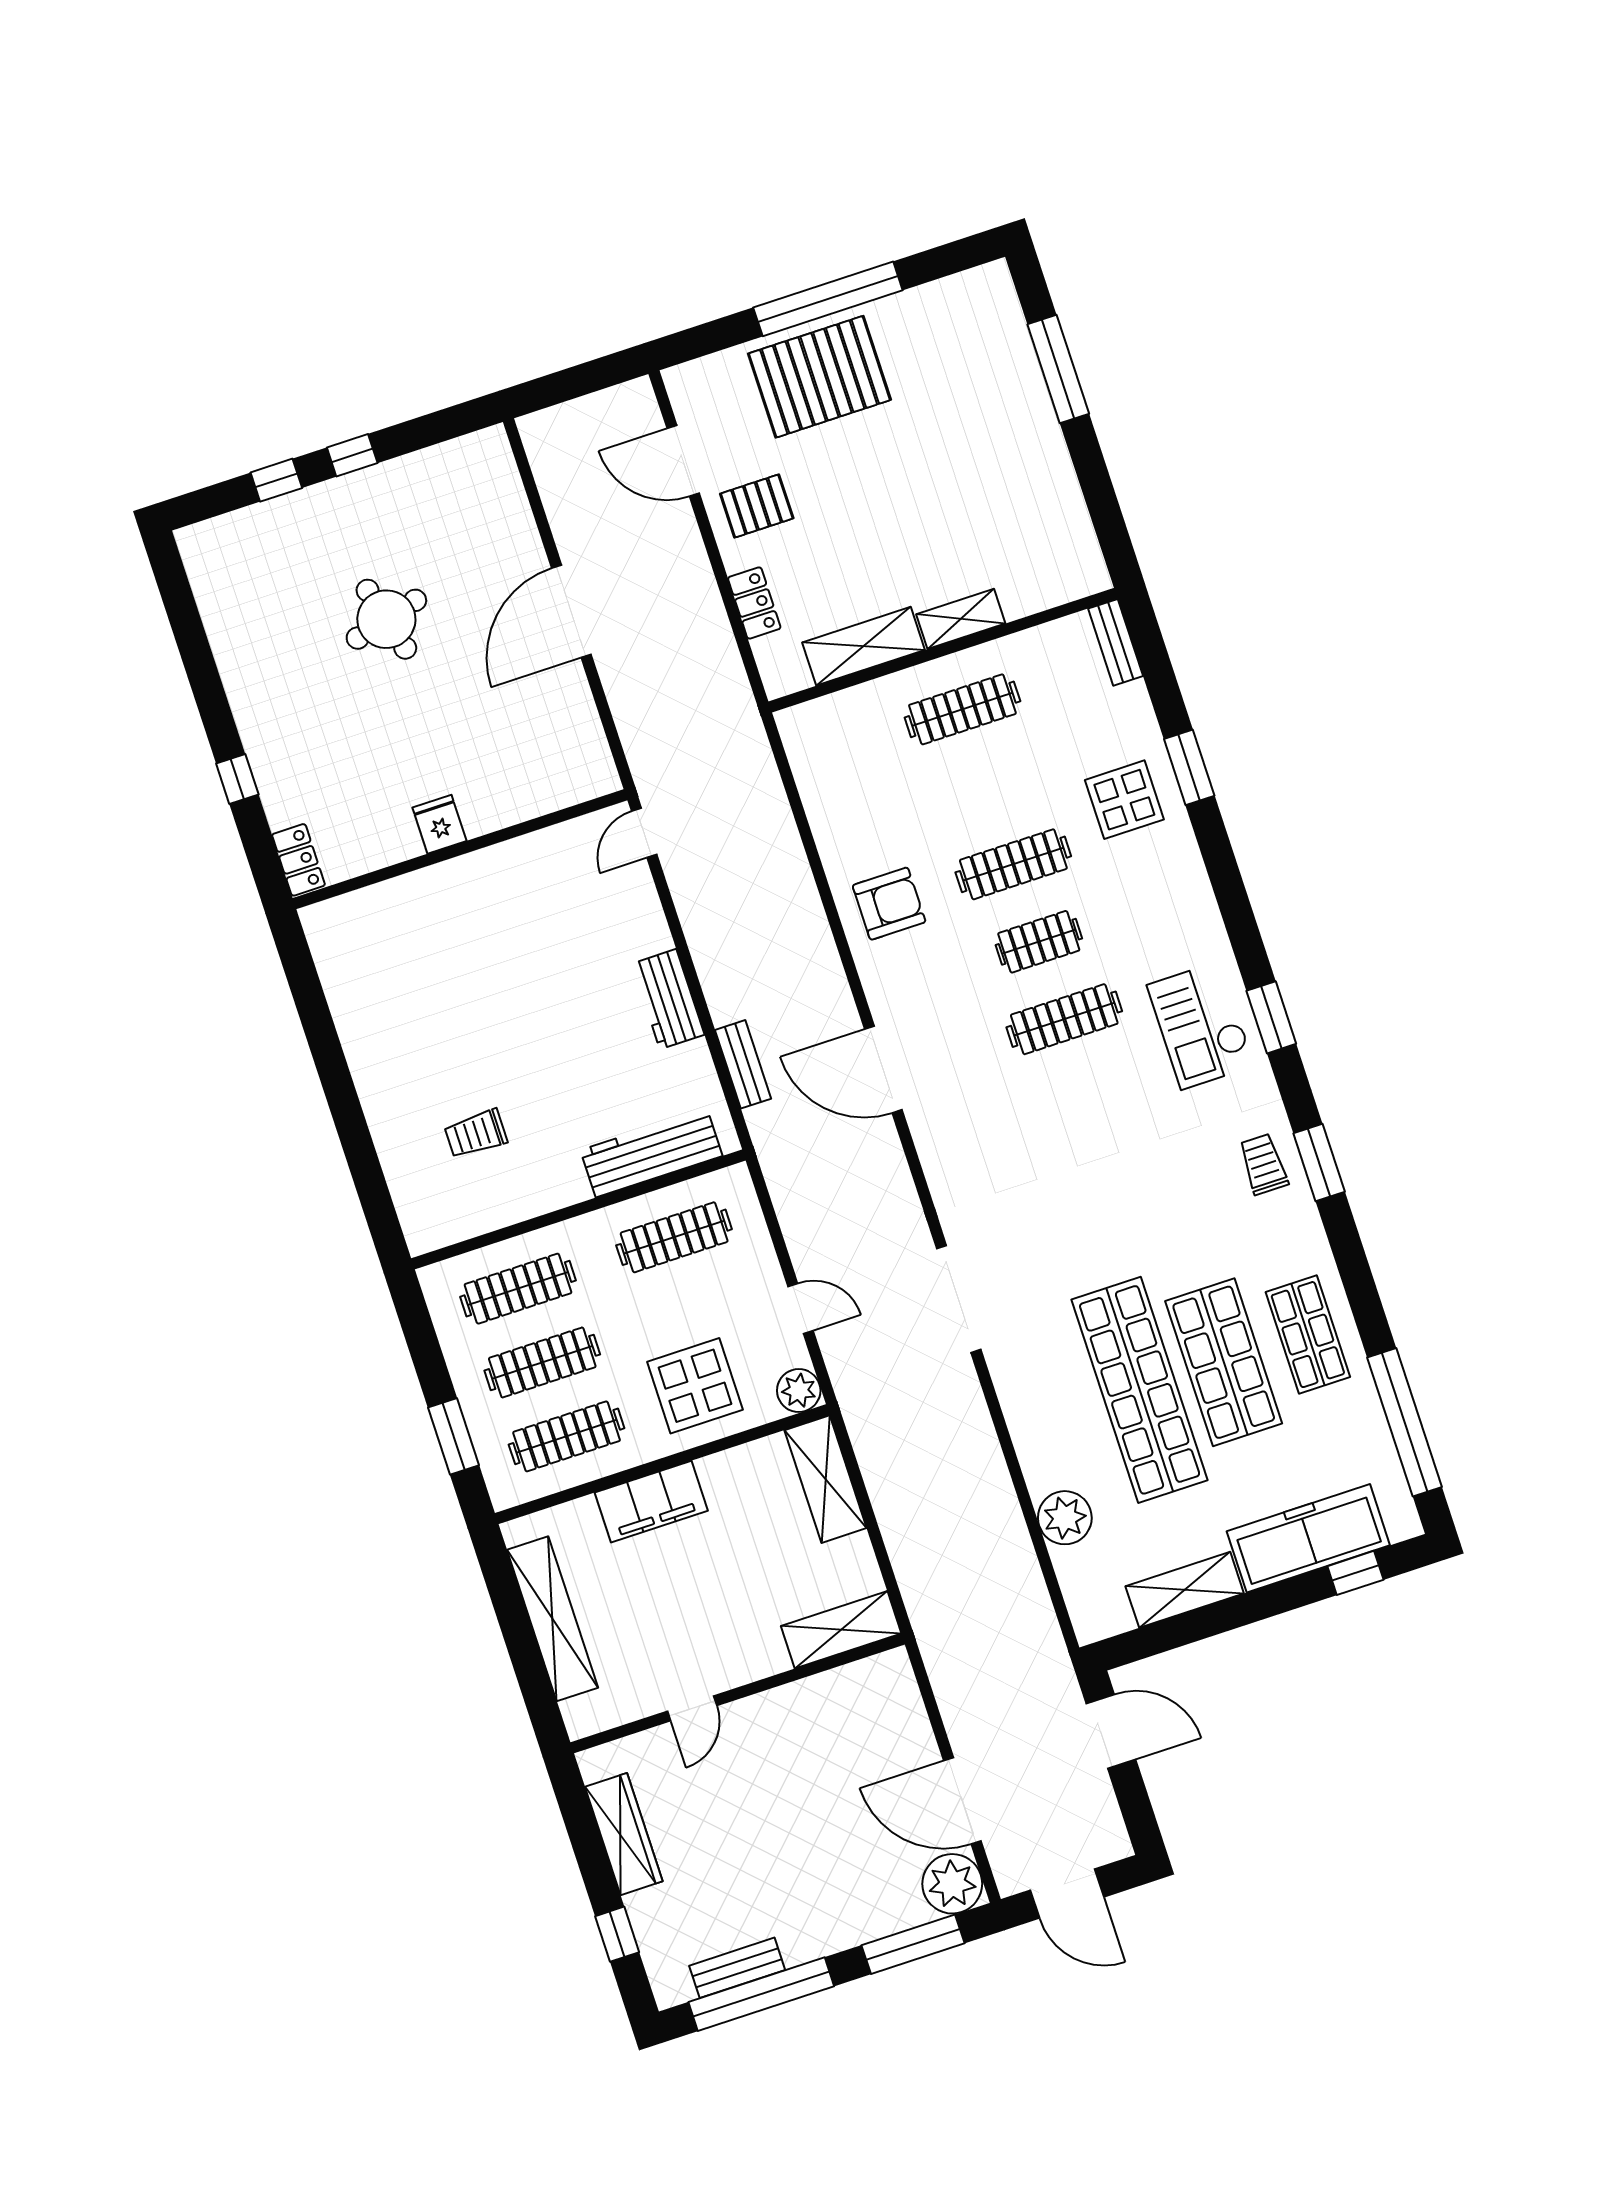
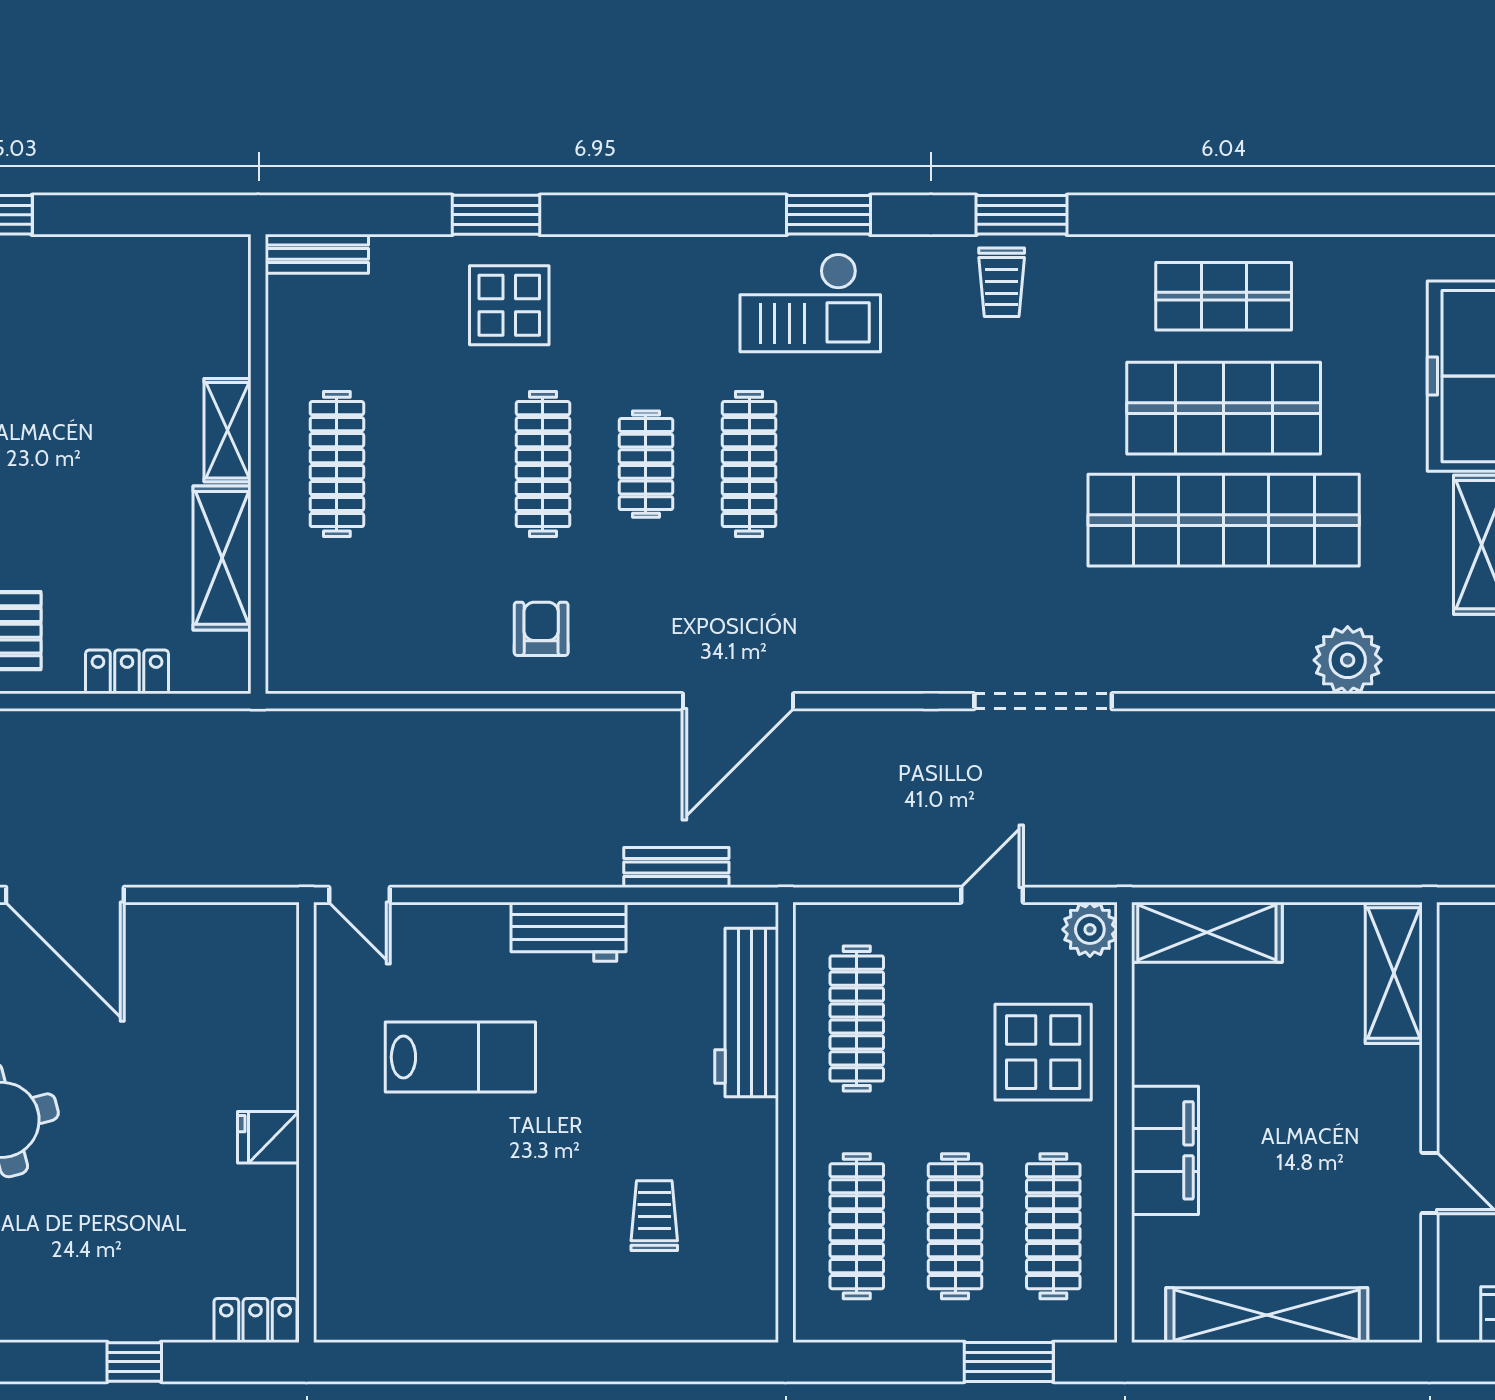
armchair: (889, 904) -> (541, 629), width x0.72, depth x0.72
lab bench: (547, 949) -> (460, 1057), added
trolley: (476, 1134) -> (654, 1216), turned 180
trolley: (1263, 1164) -> (1002, 282), turned -90
window: (1404, 1422) -> (1367, 215), removed

